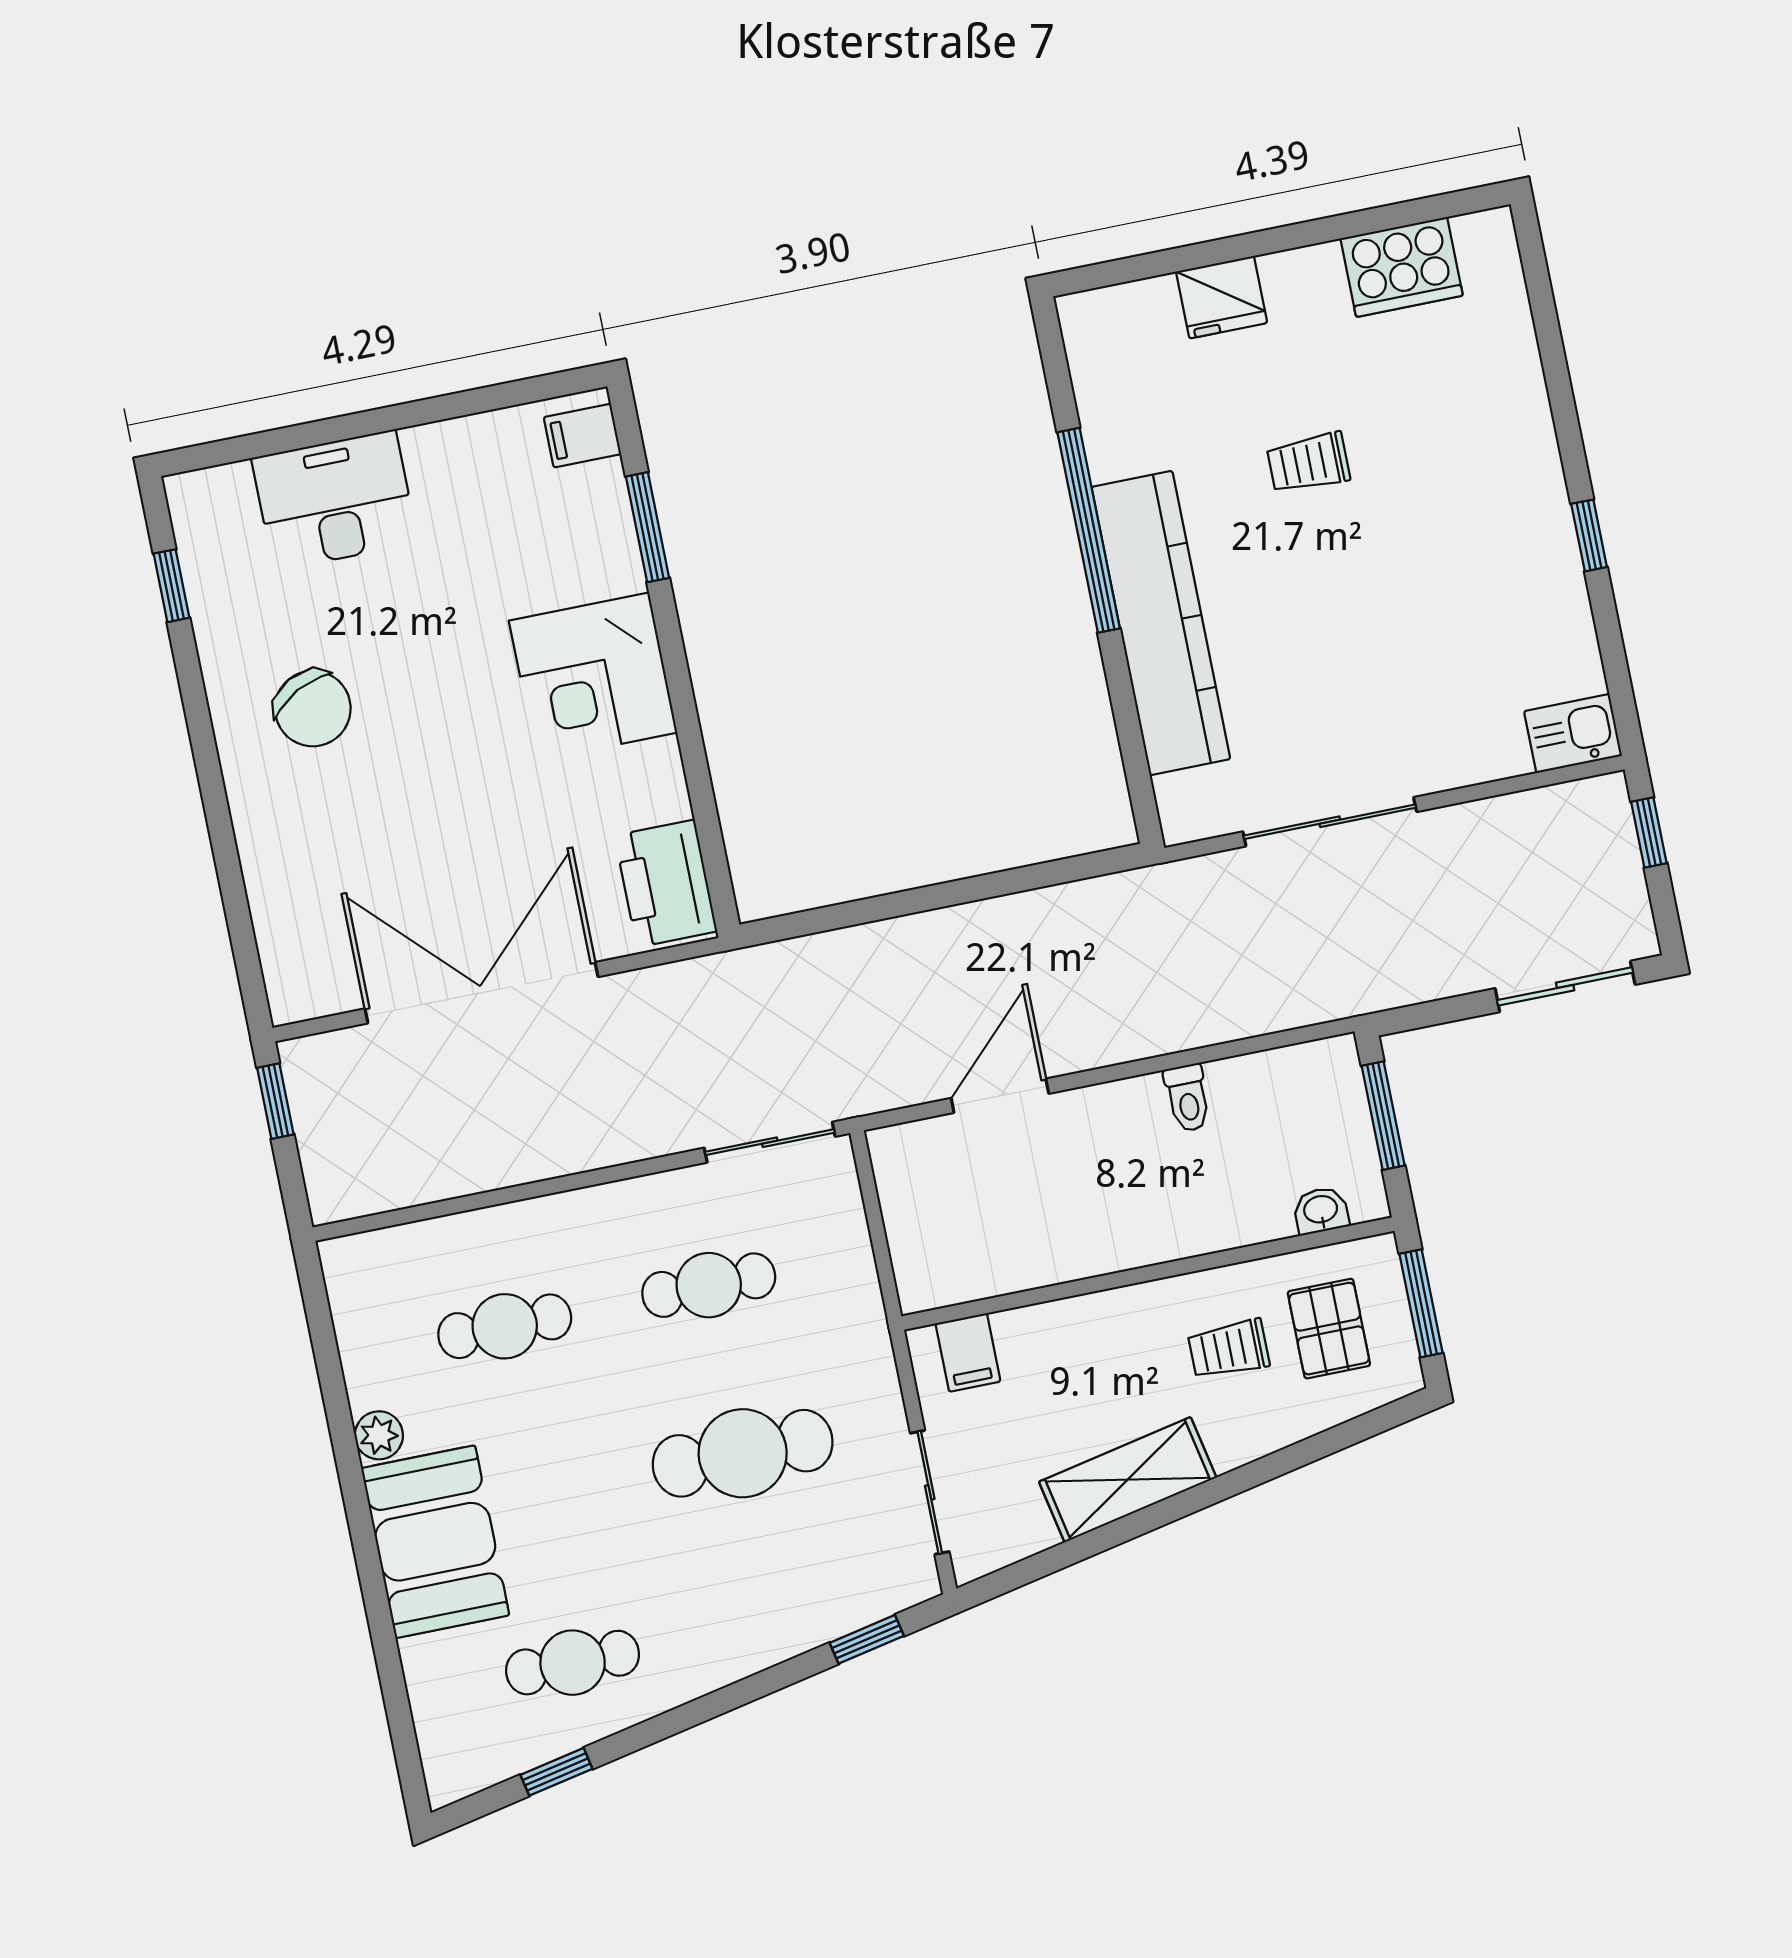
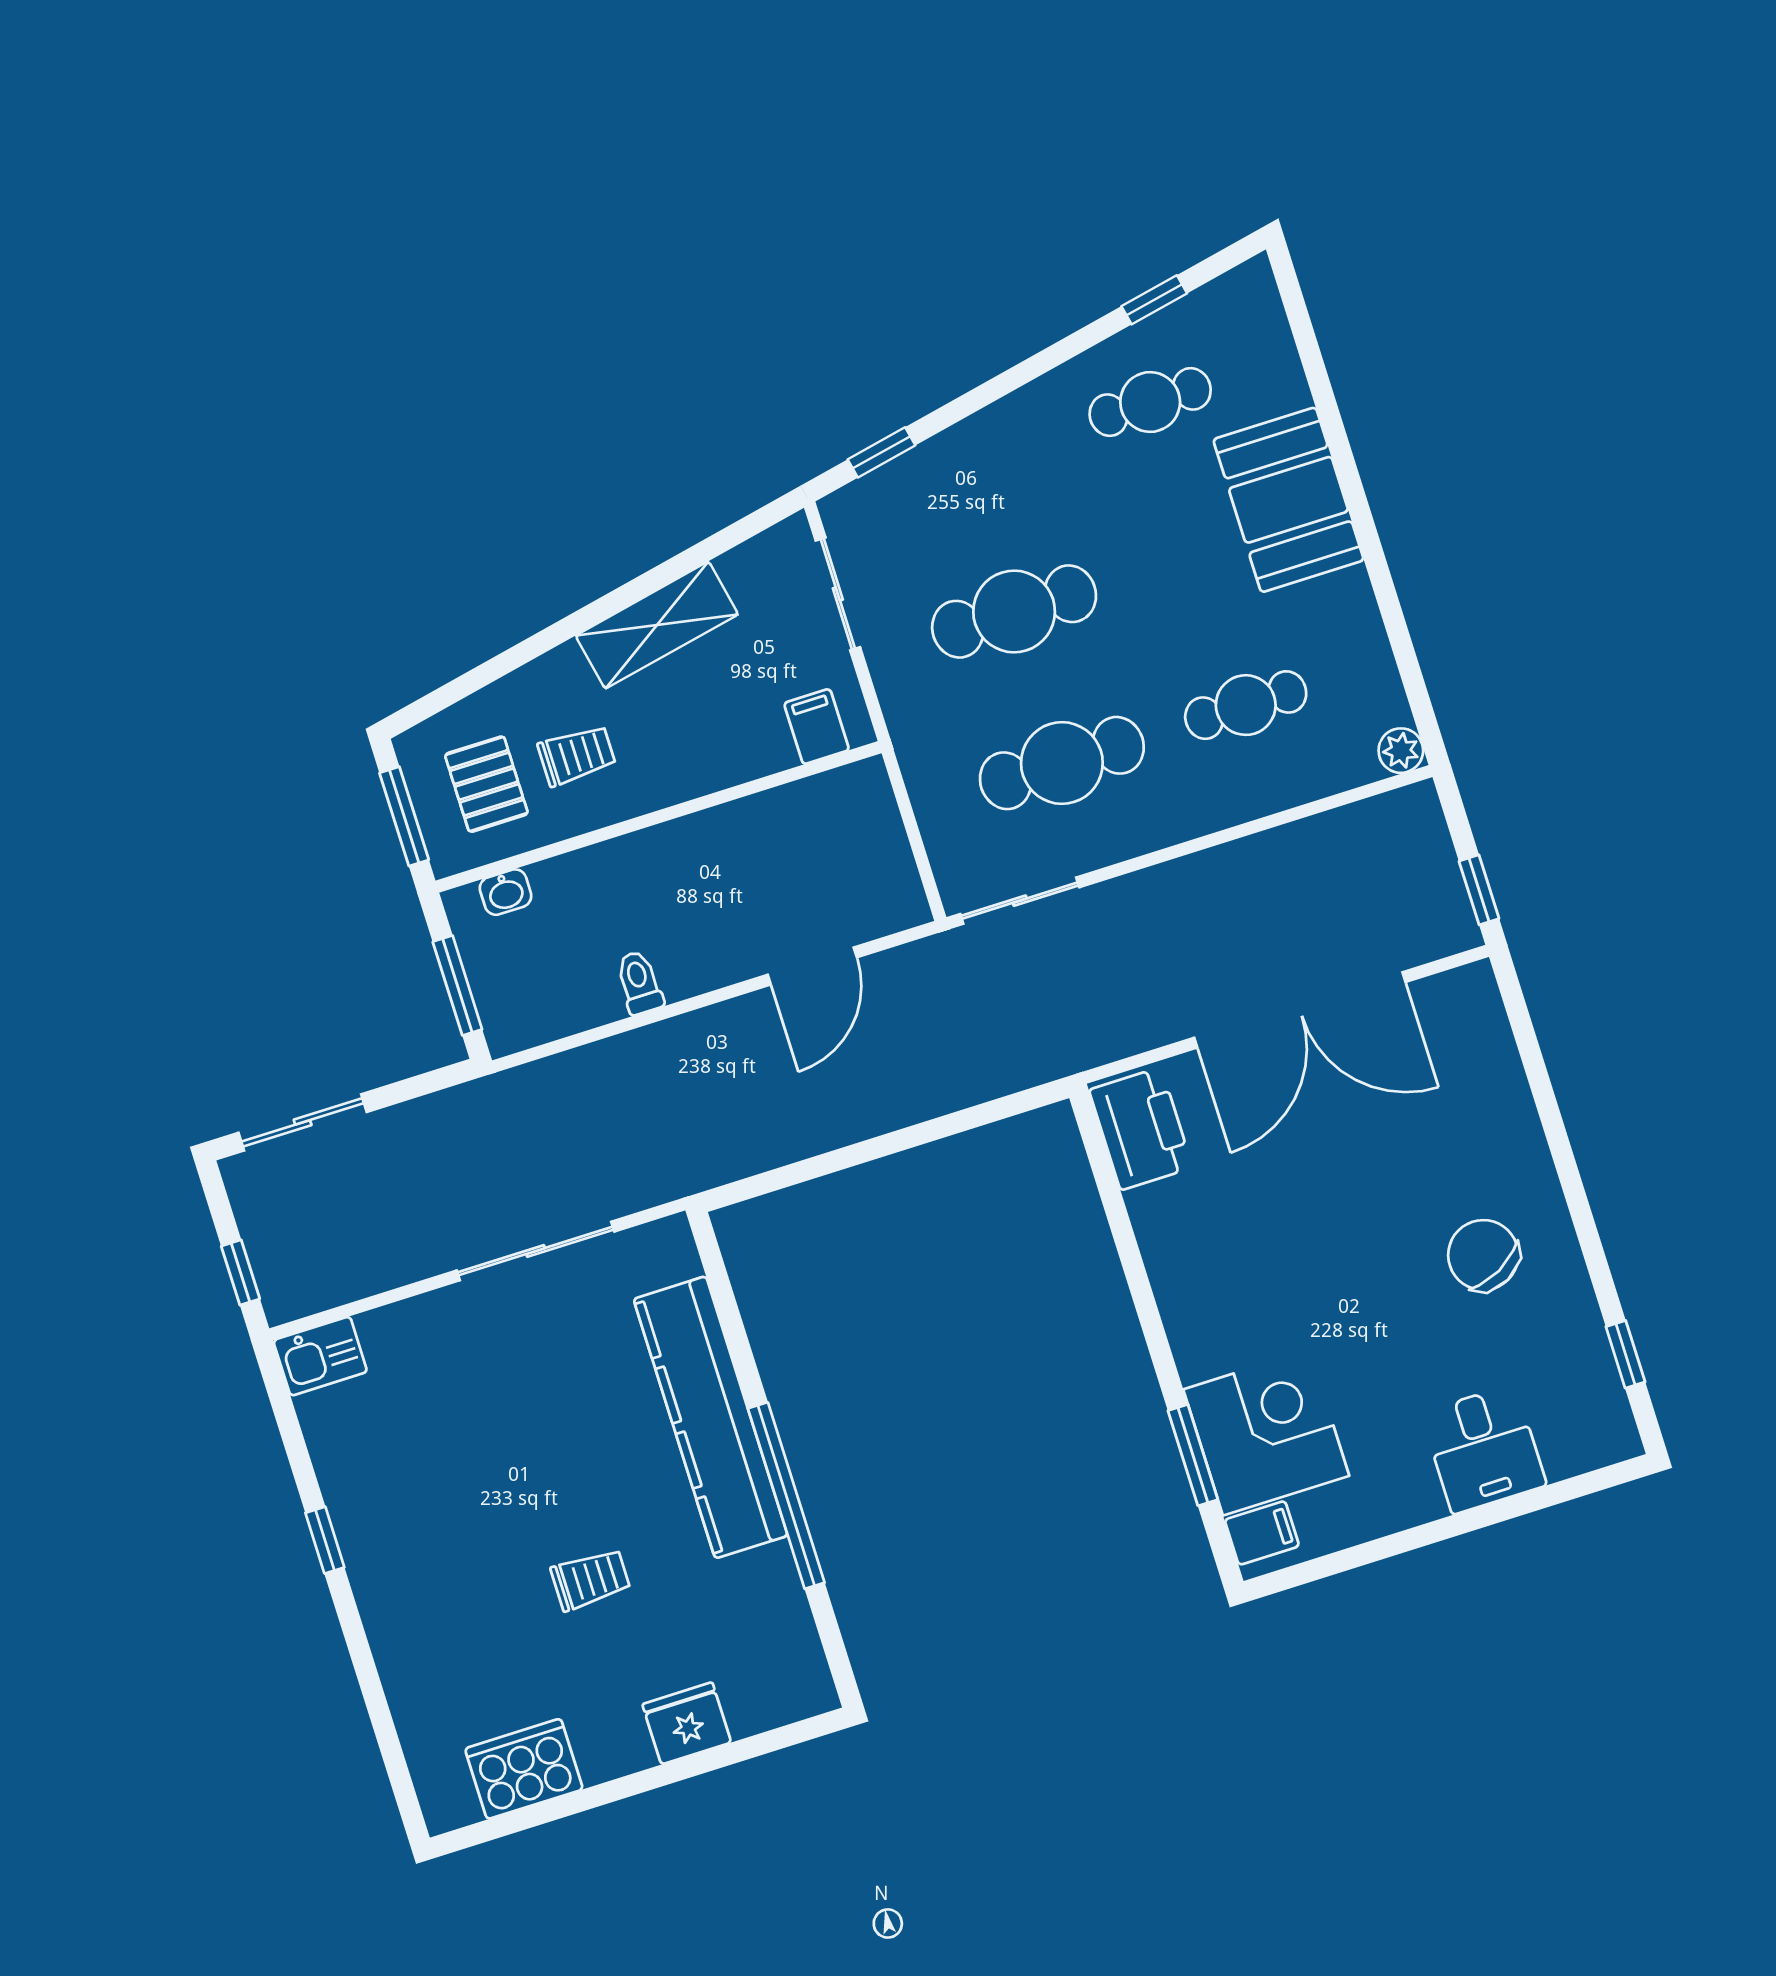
desk: (335, 500) -> (1484, 1449), width x0.73
corner desk: (593, 677) -> (1266, 1433), moved
cafe table: (709, 1285) -> (1062, 763), width x1.37, depth x1.35
plant: (379, 1435) -> (1401, 751), moved

